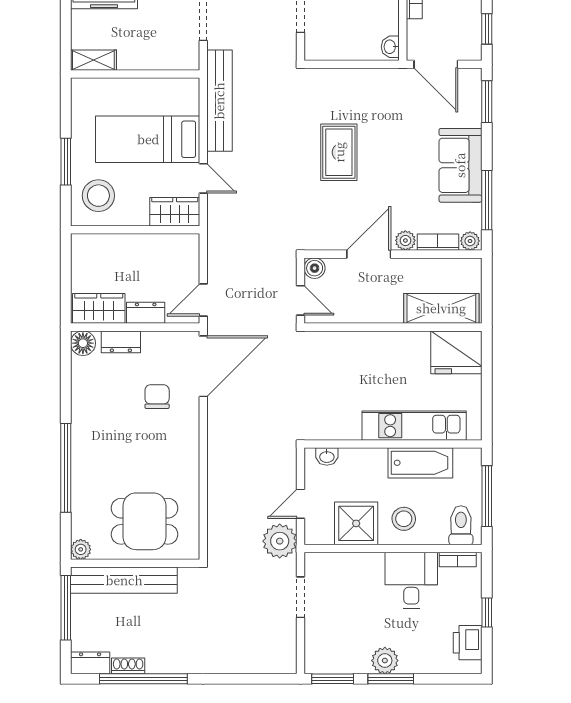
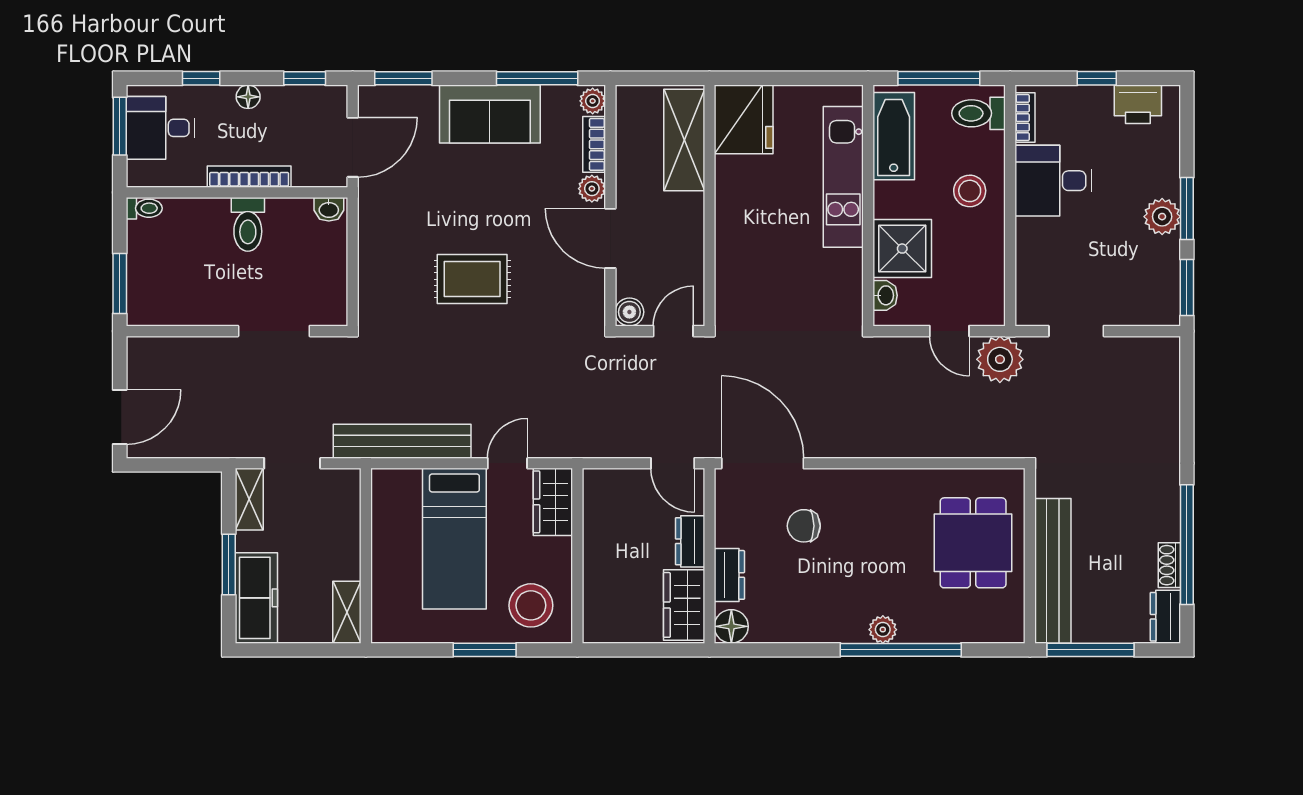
bathtub: (420, 463) -> (894, 136), moved
shower: (356, 523) -> (902, 249), moved
plant: (81, 549) -> (883, 630), moved

